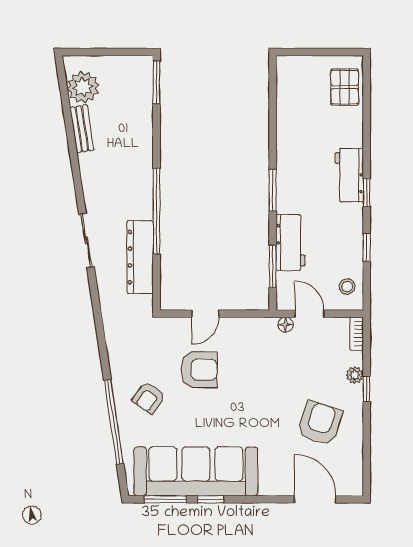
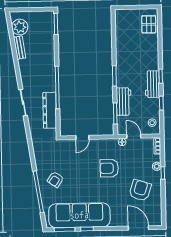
workbench: (349, 175) -> (152, 84), moved
armchair: (199, 370) -> (109, 168), moved, turned 180

